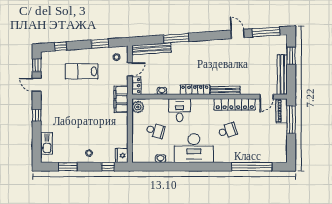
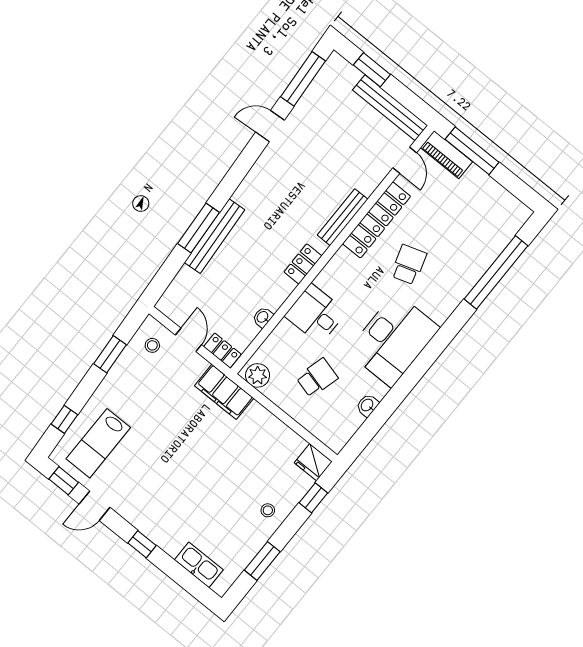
bench: (152, 49) -> (215, 236), moved
lab bench: (82, 71) -> (98, 443), moved
locker: (195, 90) -> (303, 264), width x0.66

